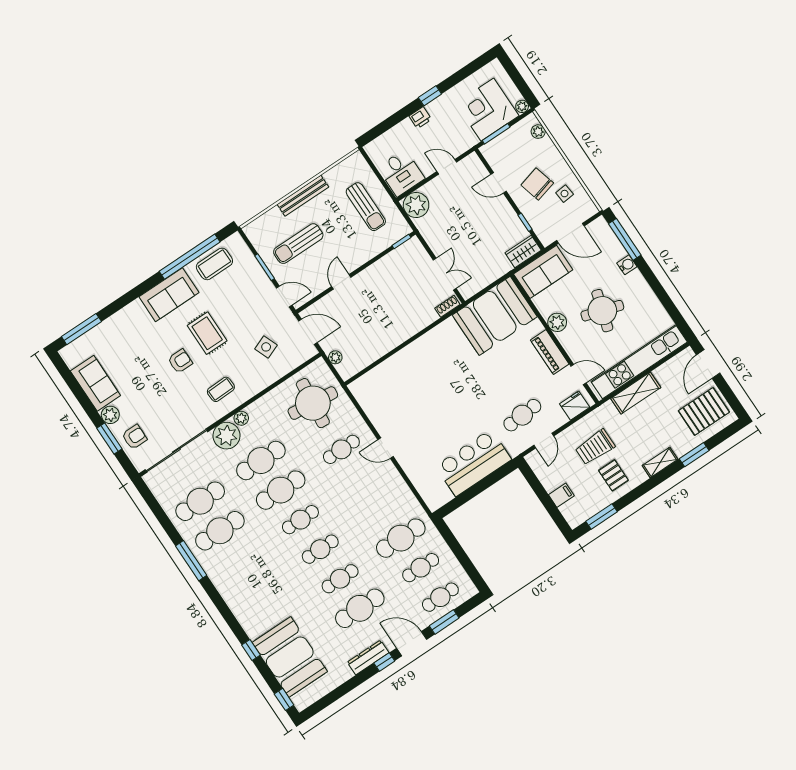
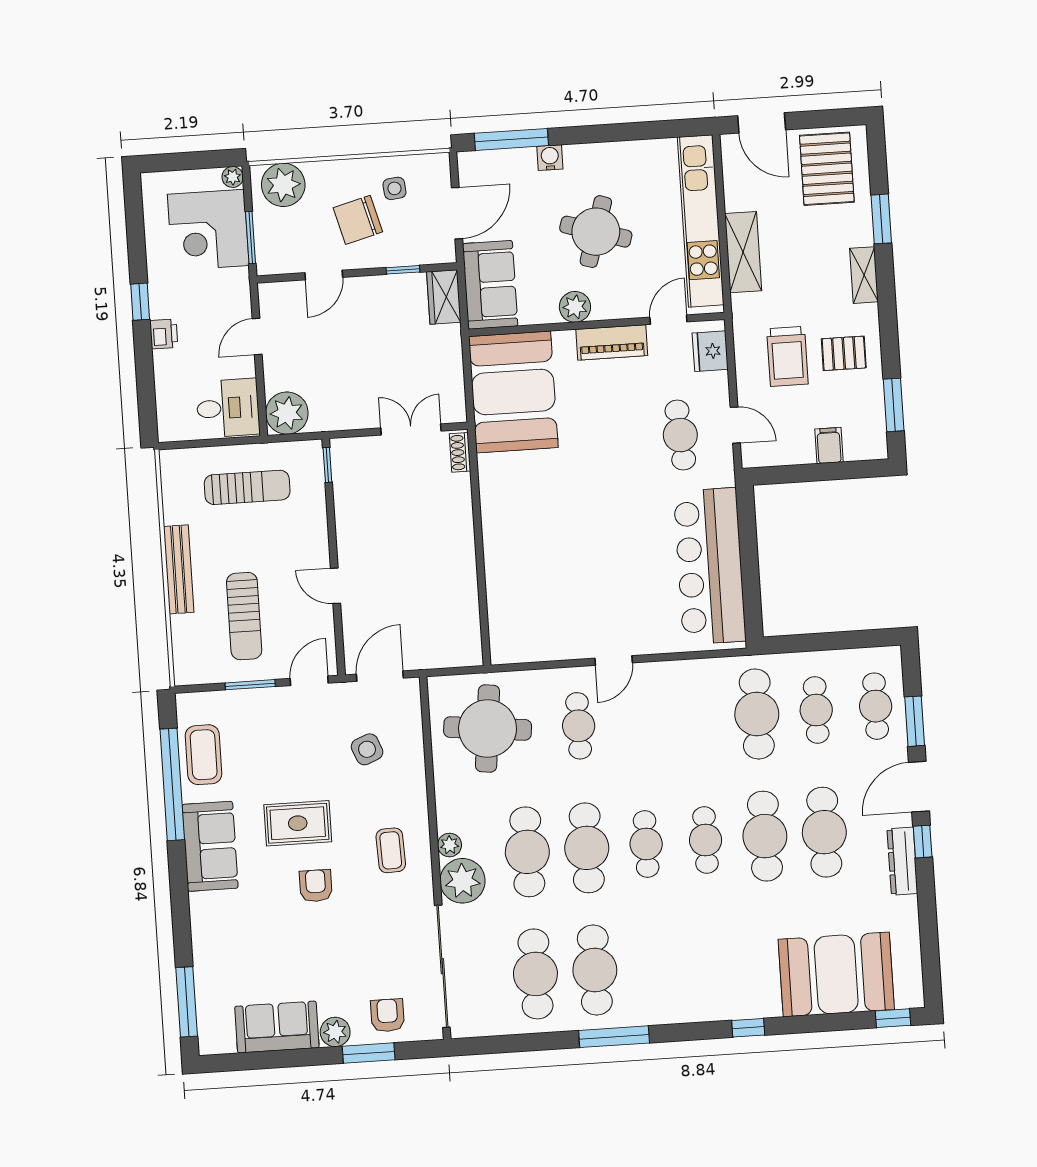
plant: (538, 132) -> (283, 185), width x1.88, depth x1.88
plant: (335, 357) -> (440, 658), removed
bar counter: (473, 463) -> (710, 566), width x1.36
cafe table: (340, 579) -> (765, 836), width x1.37, depth x1.35
window: (251, 650) -> (748, 1028), moved

